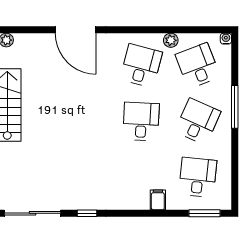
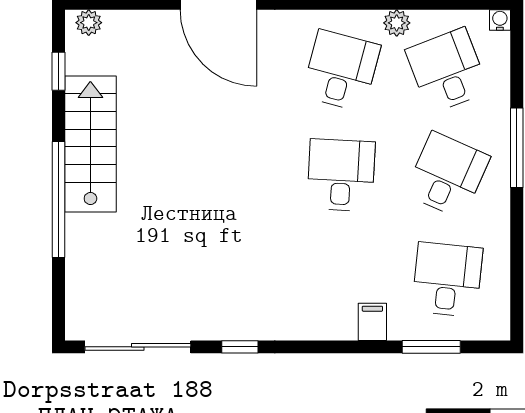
window: (204, 213) -> (431, 347), moved

